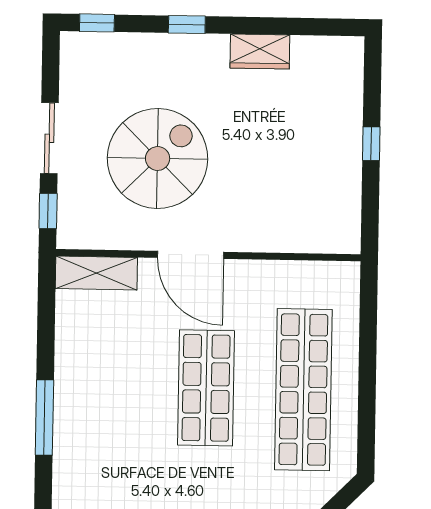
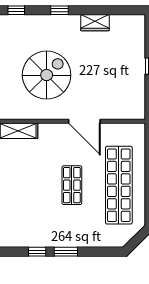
door: (191, 255) -> (84, 121), moved
shop shelf: (206, 388) -> (72, 185), width x0.70, depth x0.74

